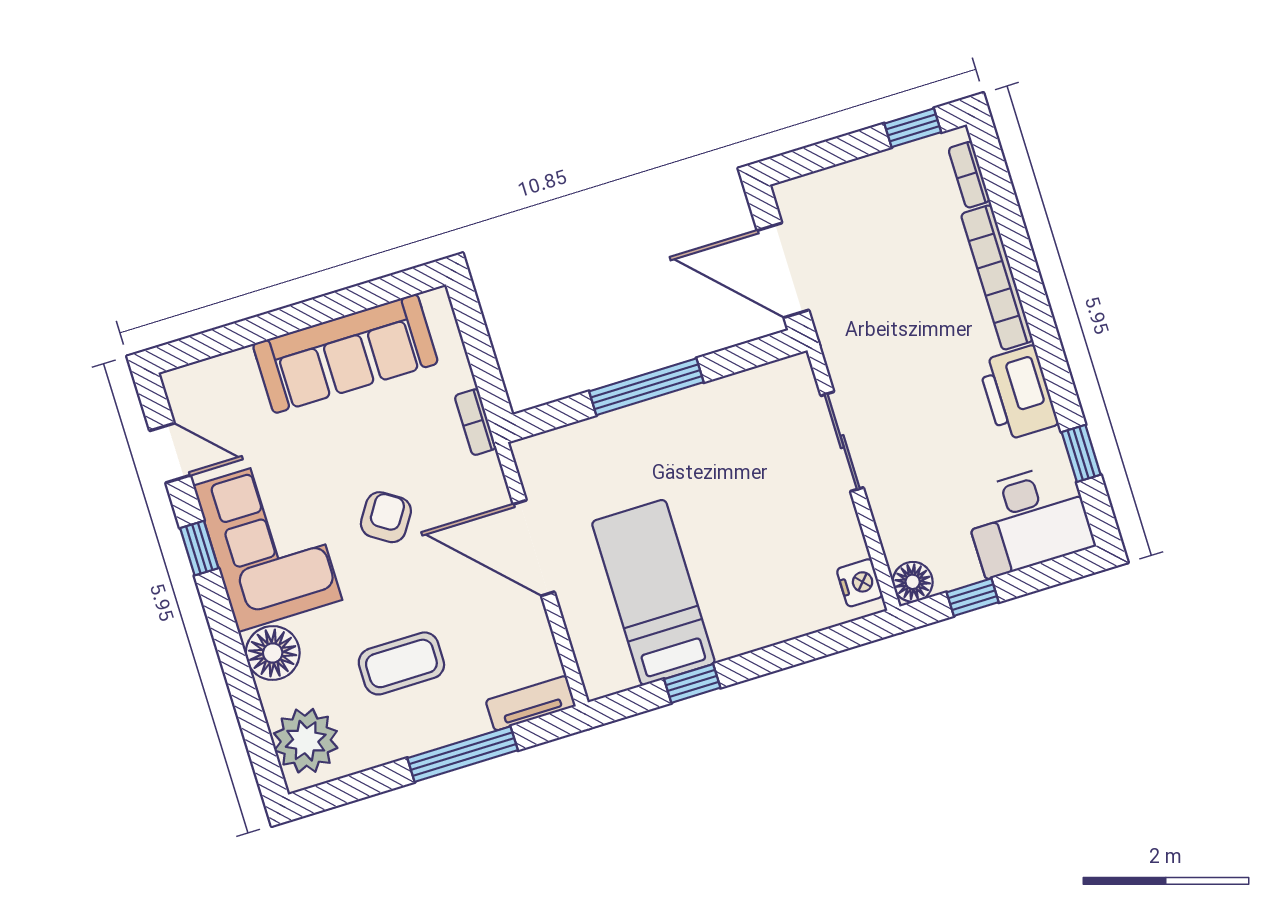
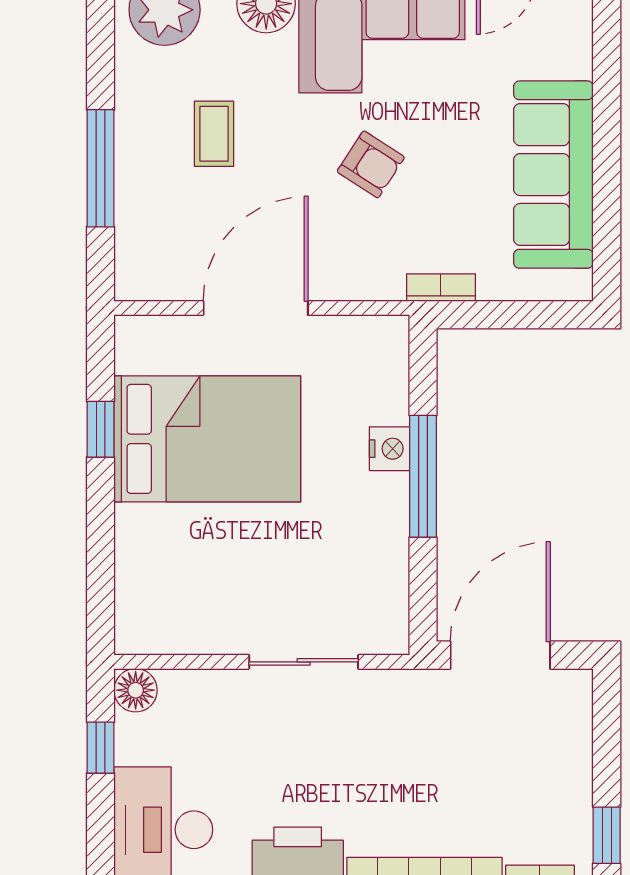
door: (534, 548) -> (256, 308), moved
nightstand: (860, 583) -> (389, 449), moved, turned -90
bed: (653, 592) -> (207, 439), width x1.50
coffee table: (401, 663) -> (214, 134), width x0.73, depth x0.77
tv unit: (531, 703) -> (132, 255), removed

